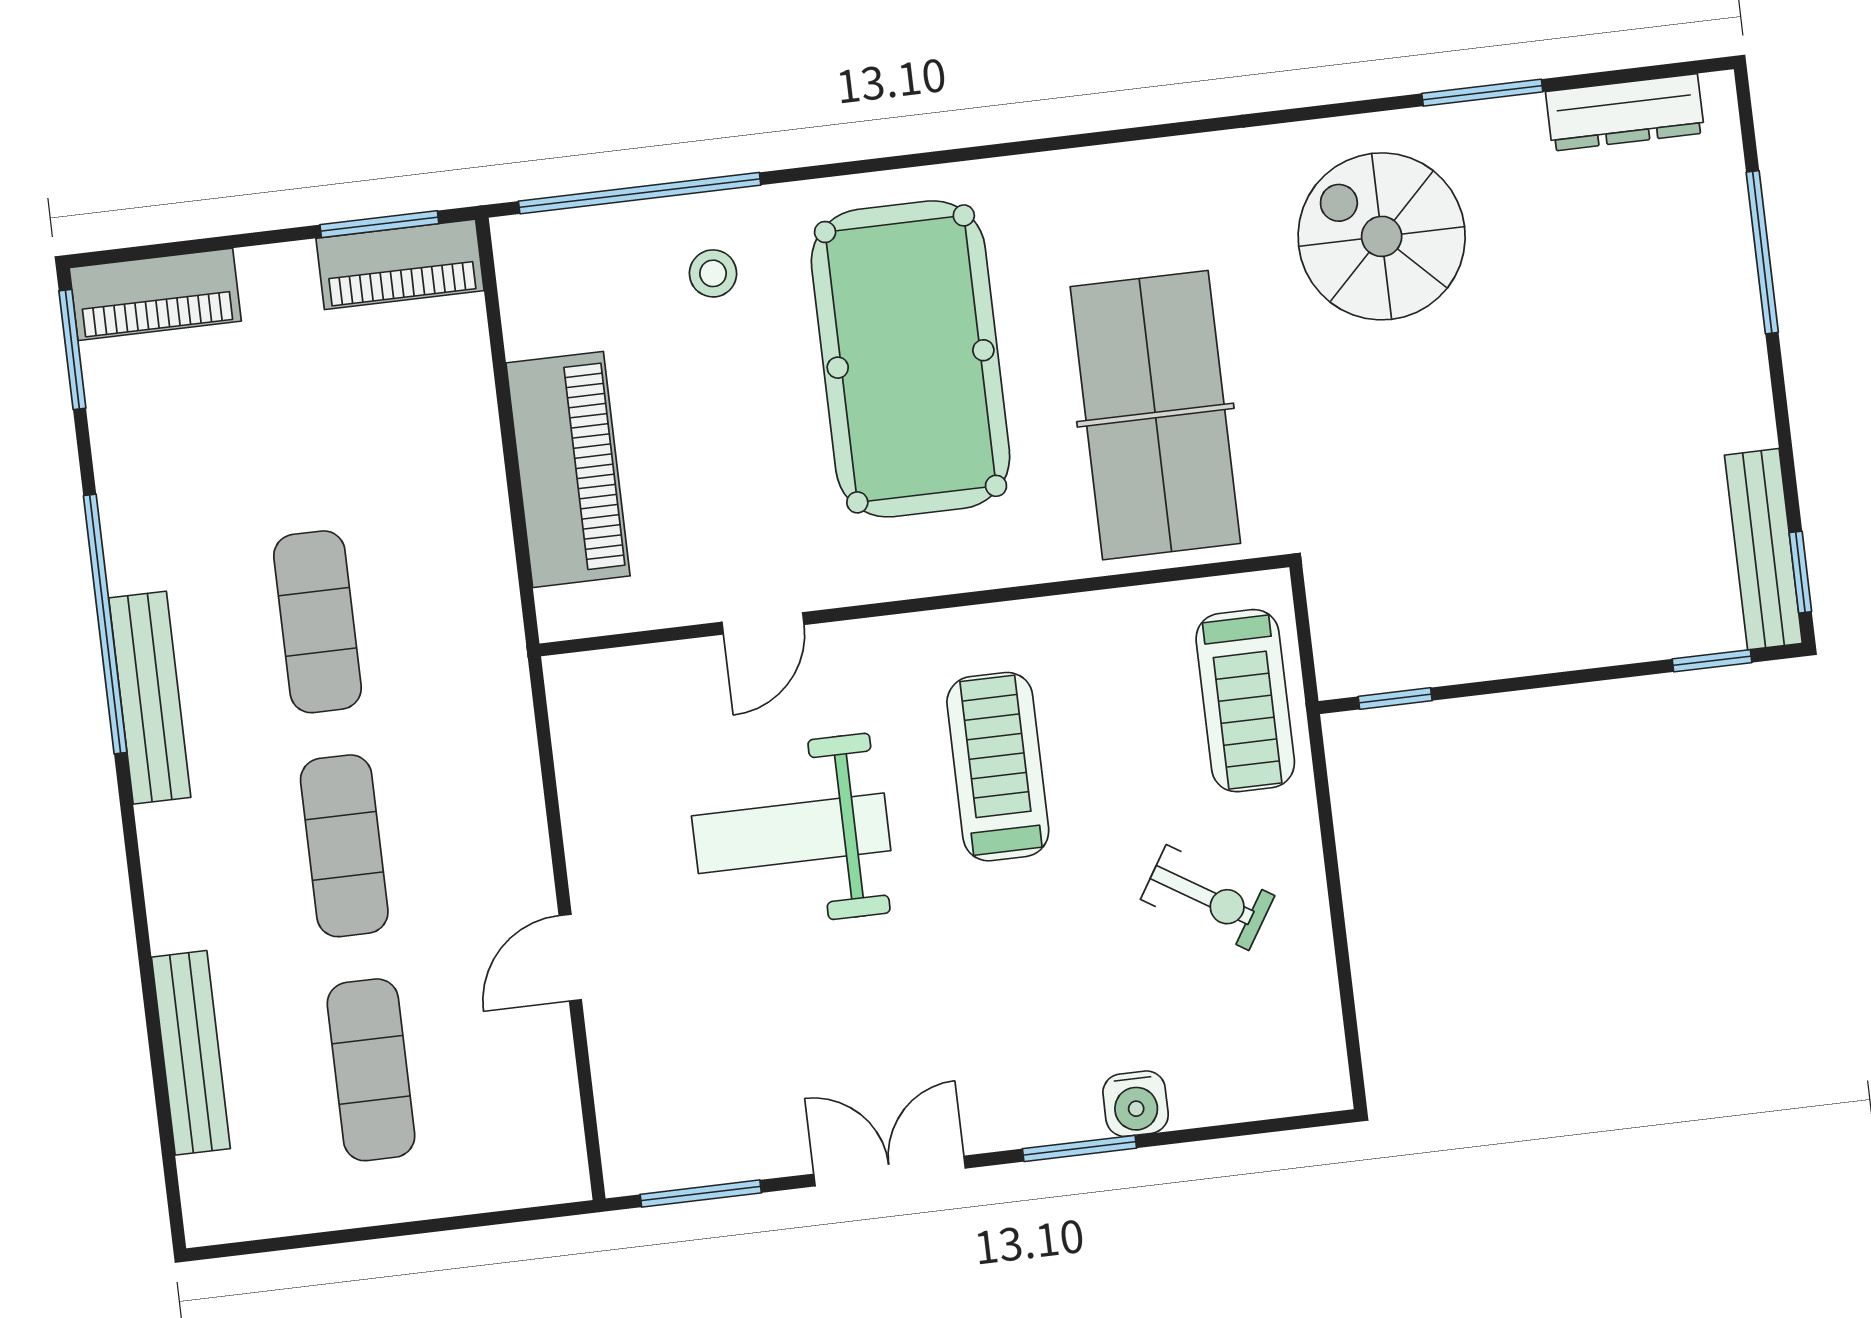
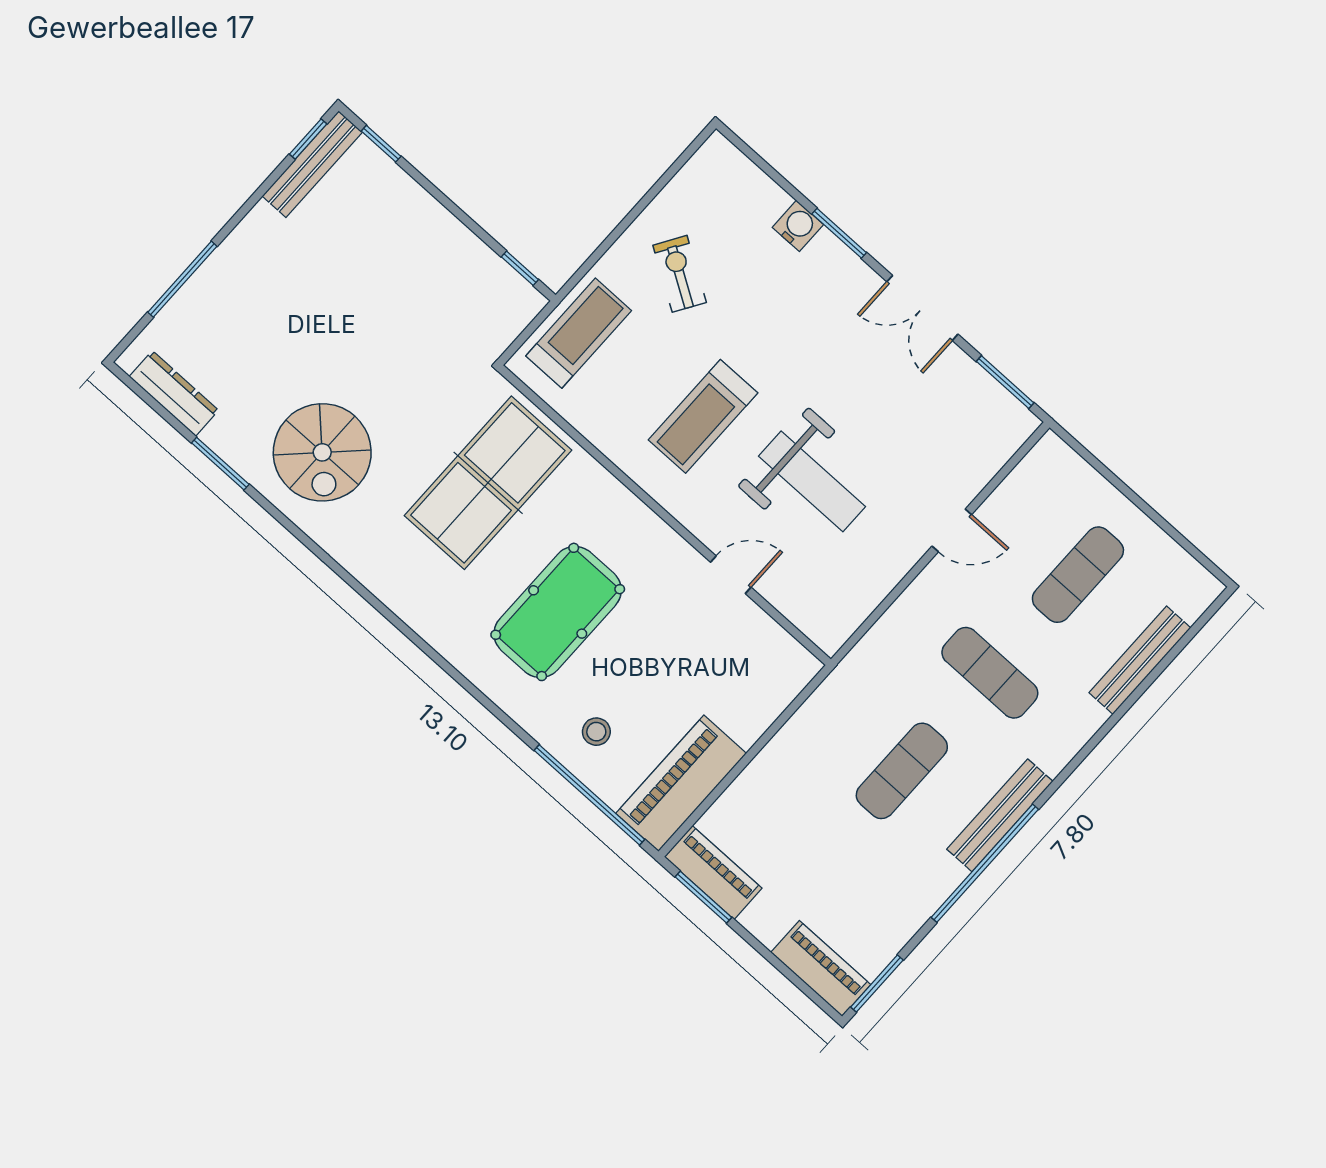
pool table: (911, 359) -> (558, 612), width x0.73, depth x0.76
piano: (568, 469) -> (681, 783), moved
exercise mat: (344, 846) -> (990, 673), turned 90

